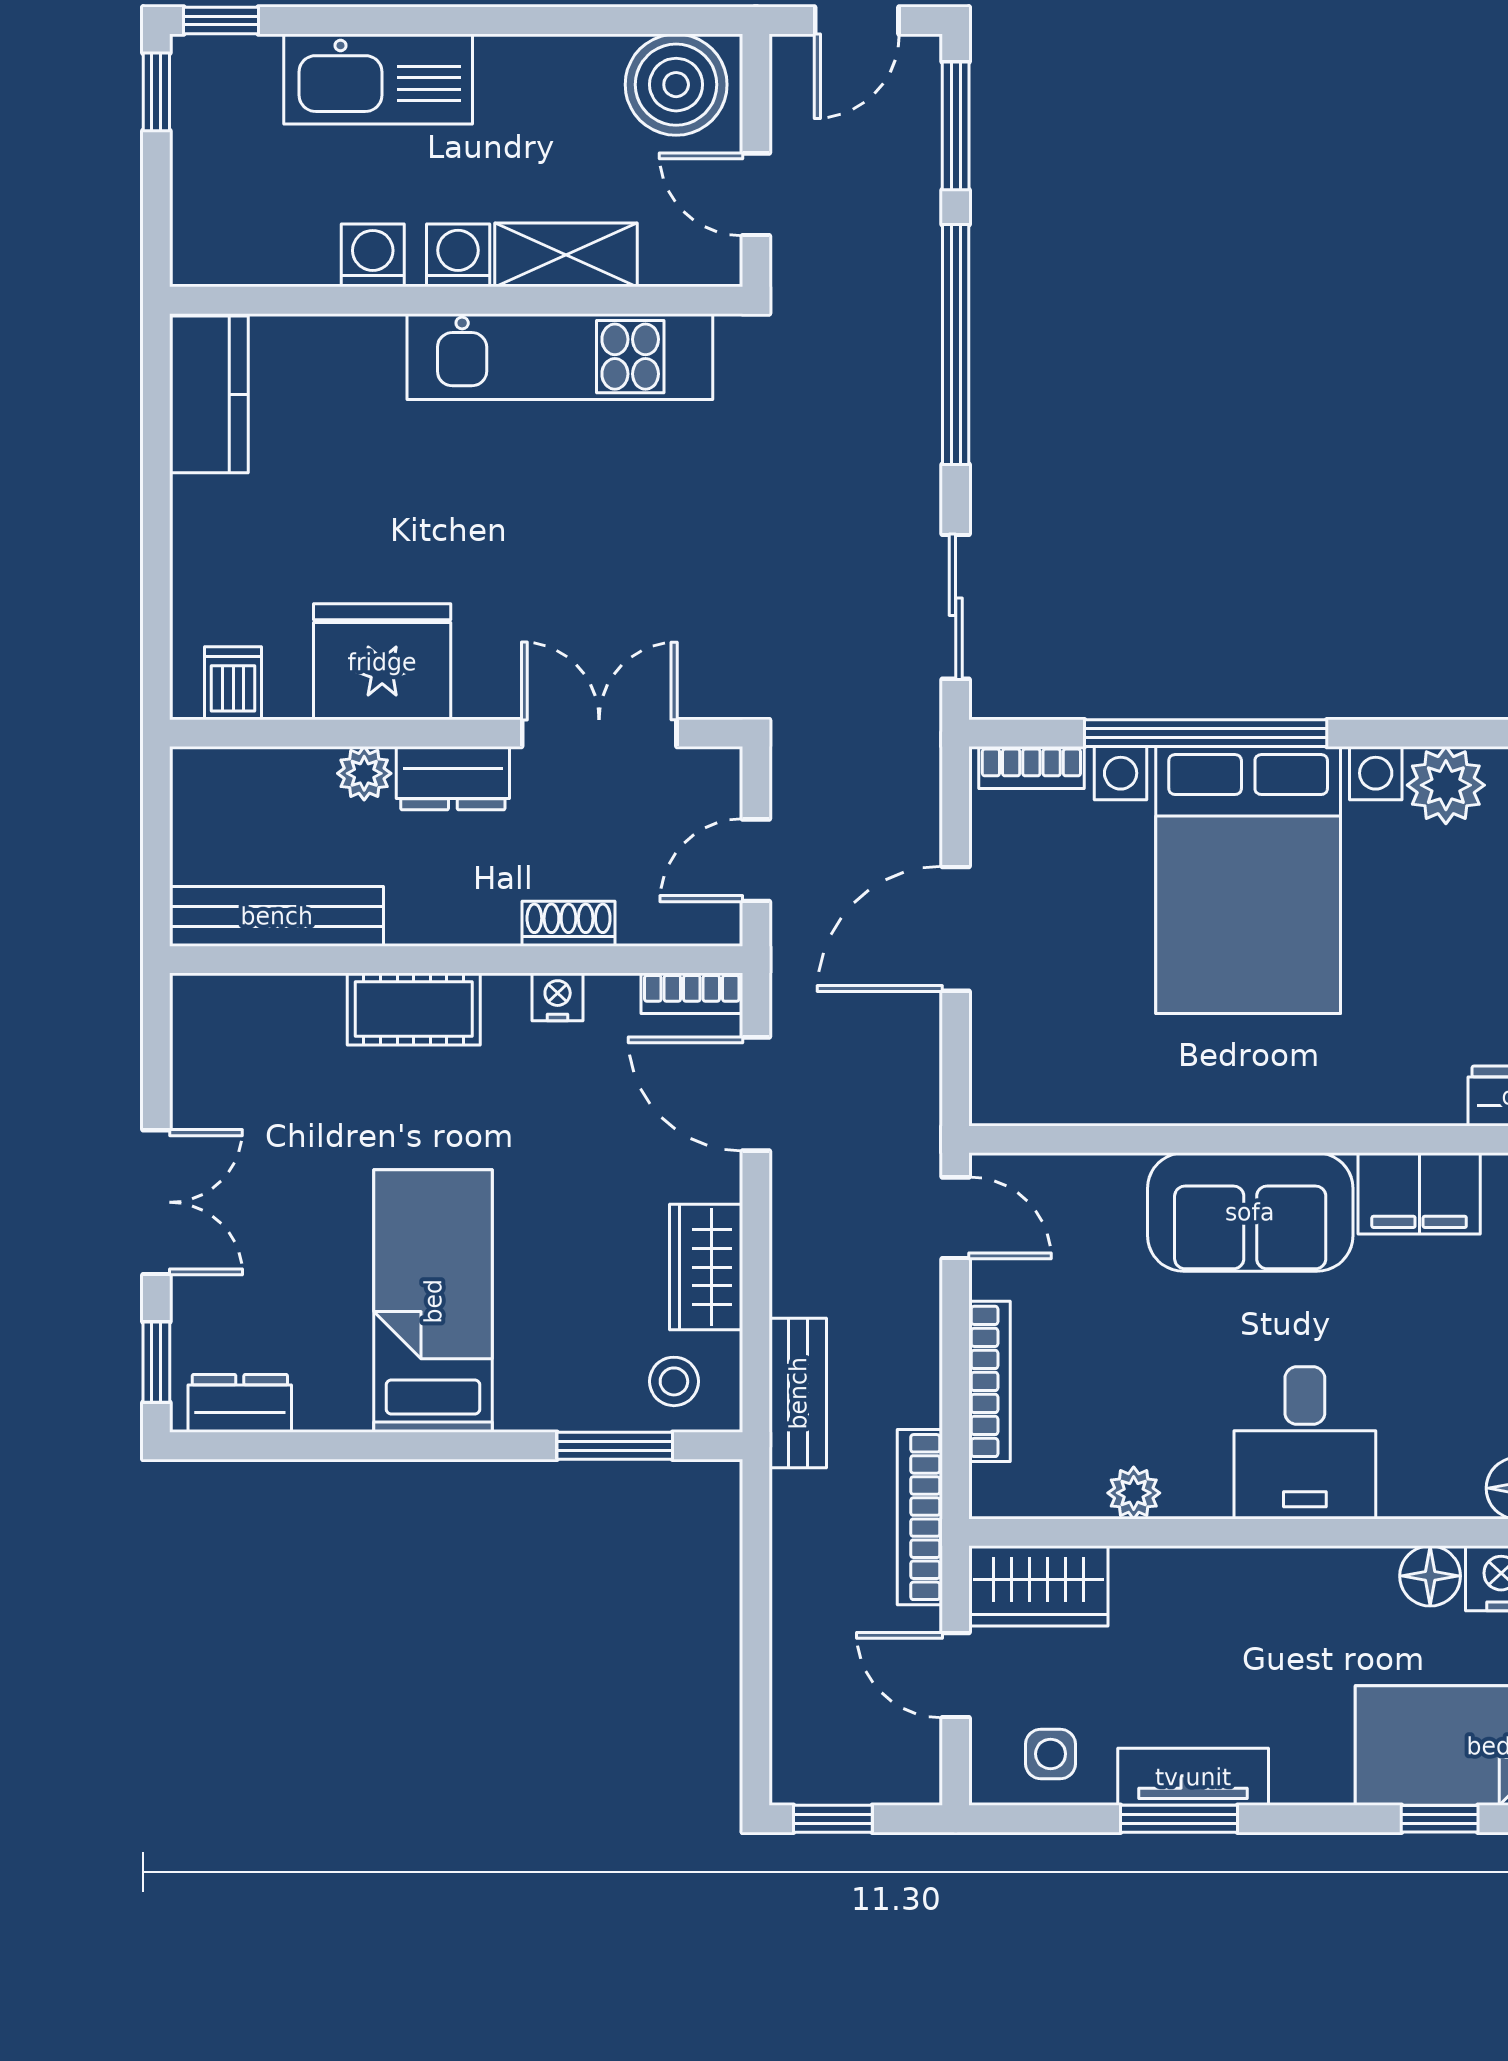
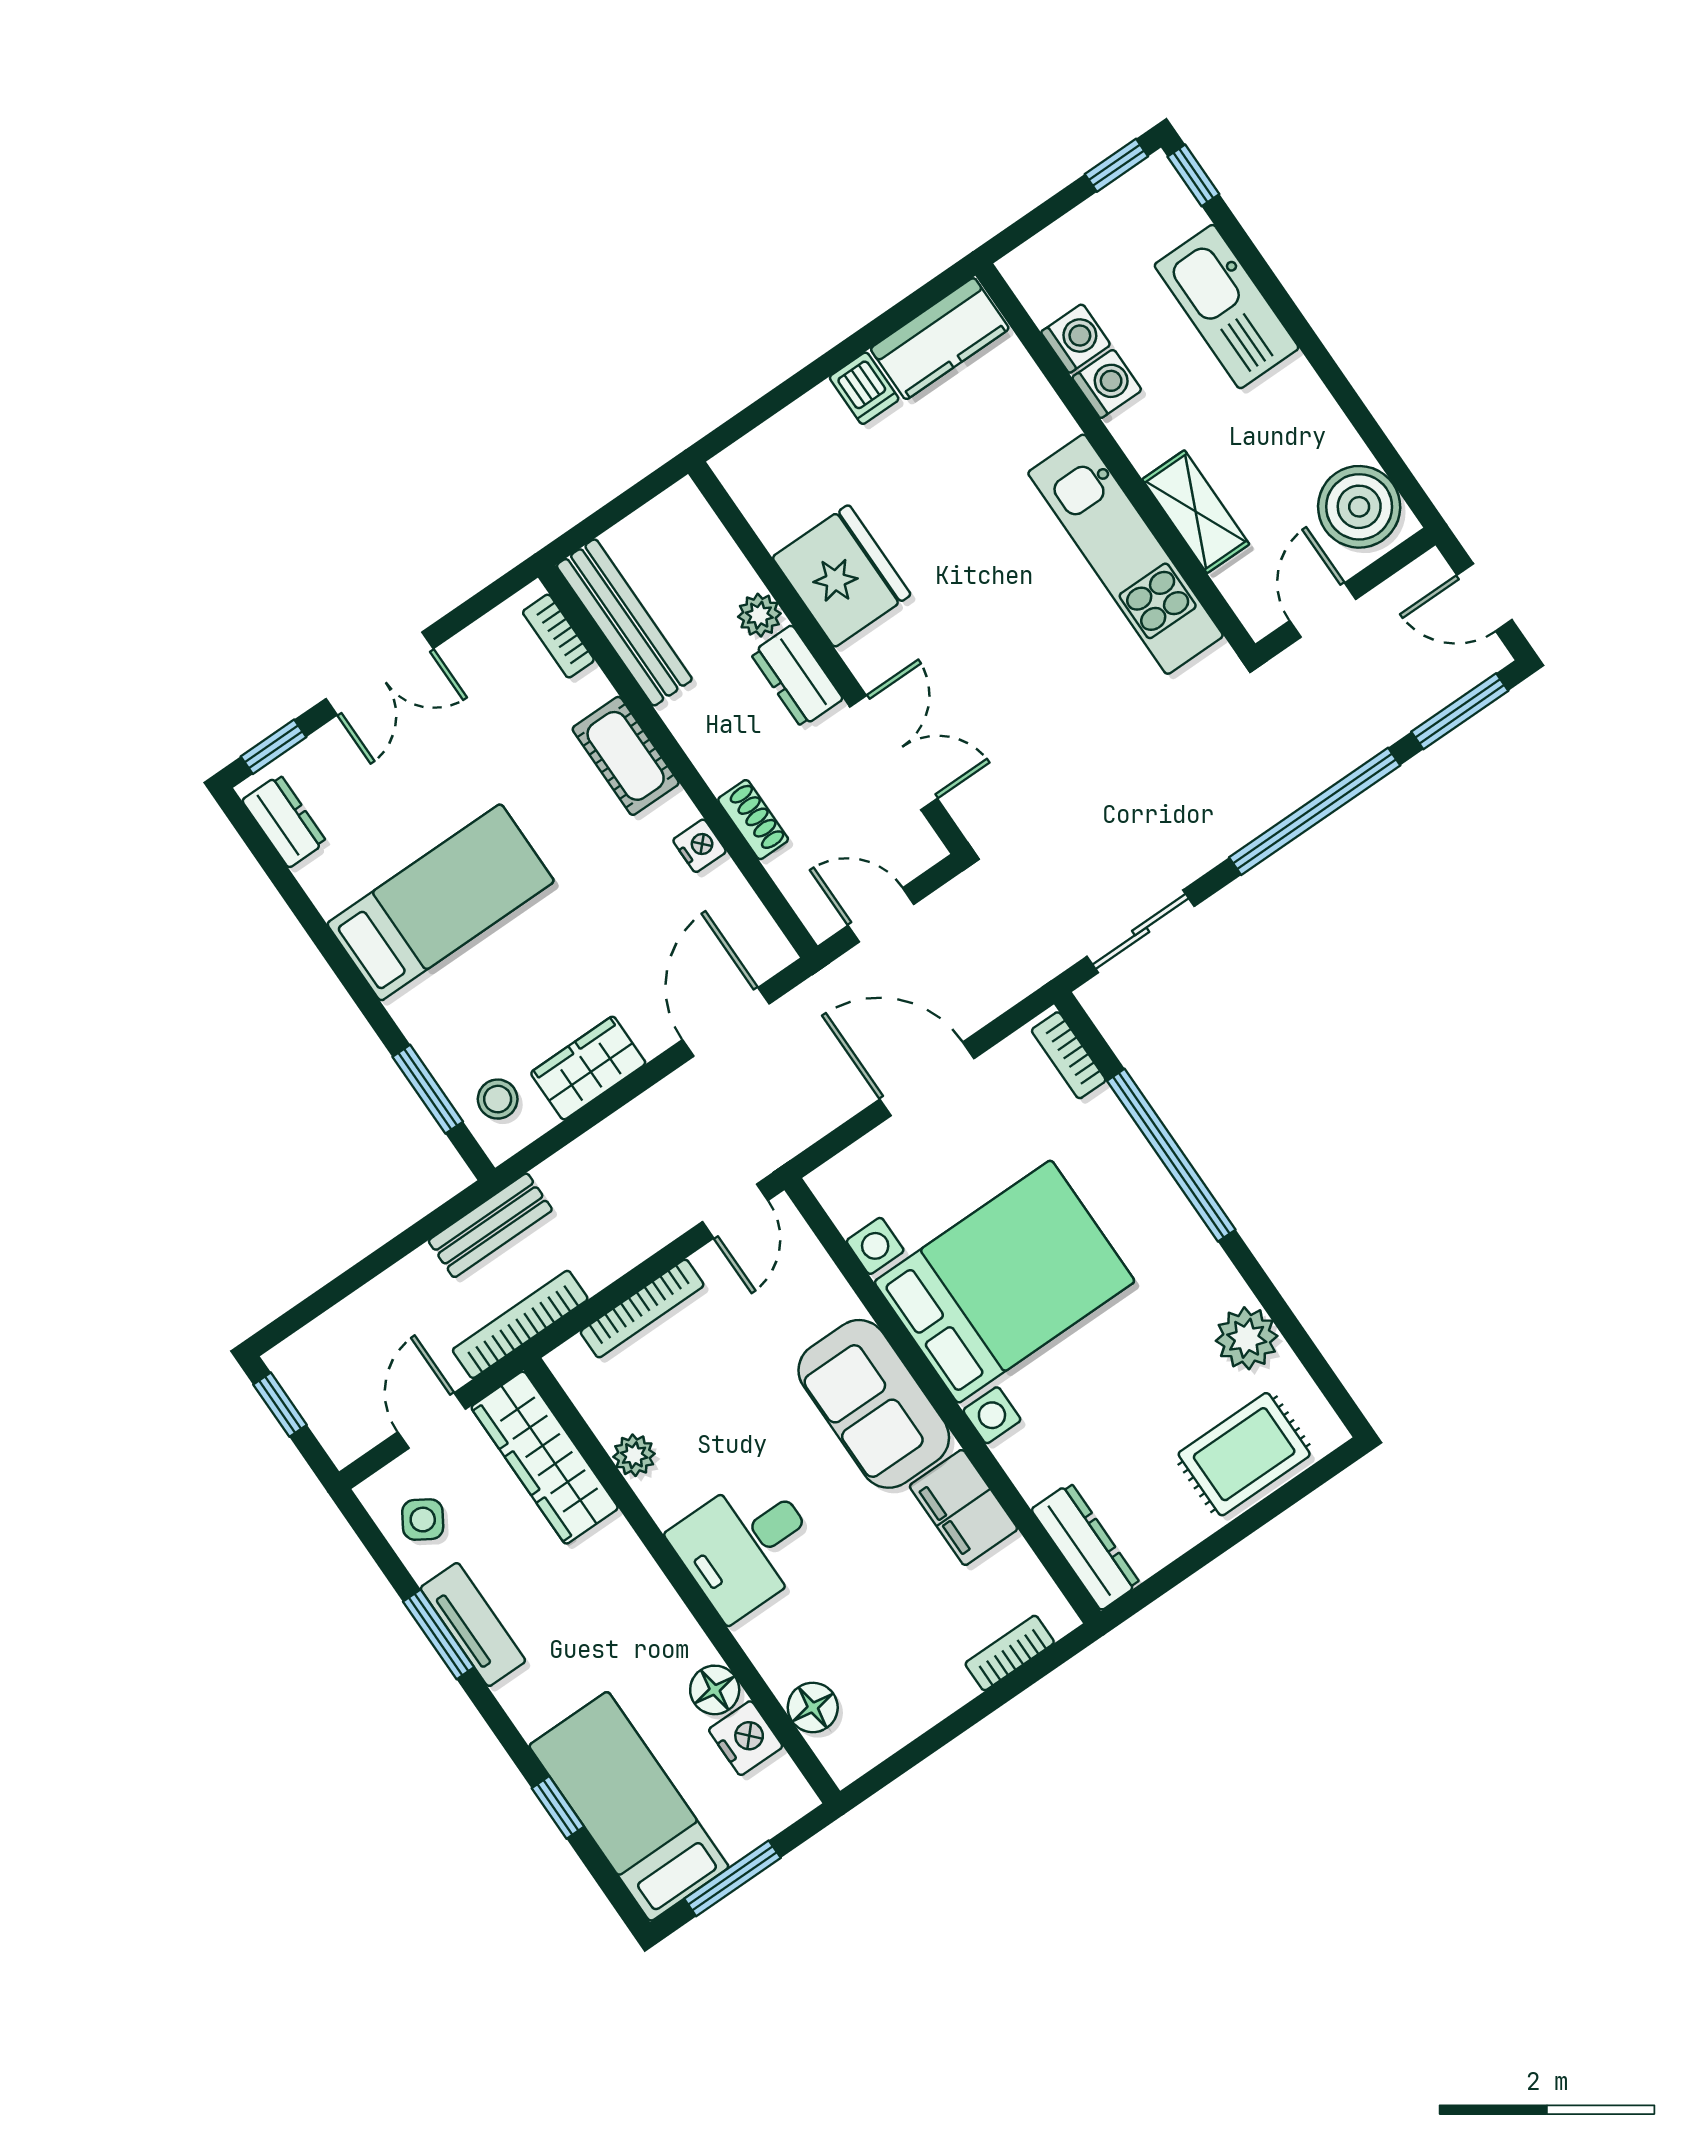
washing machine: (458, 255) -> (1076, 338), moved
dishwasher: (233, 683) -> (864, 388), moved, turned 90
bed with nightstands: (1248, 880) -> (1004, 1282), moved, turned 180
bookcase: (692, 993) -> (558, 636), moved
bench: (798, 1393) -> (490, 1225), moved
wardrobe: (1038, 1586) -> (545, 1458), width x1.50
side table: (1051, 1754) -> (423, 1520), turned 32

